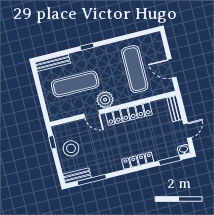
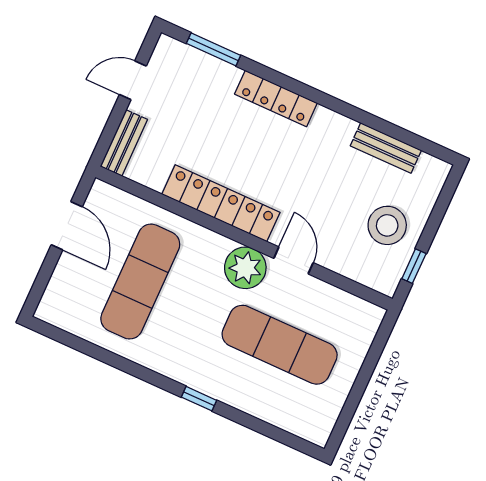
bench: (53, 63) -> (290, 421), removed
washbasin: (184, 150) -> (169, 49), removed
bench: (77, 176) -> (386, 148), moved
window: (92, 180) -> (395, 132), removed

